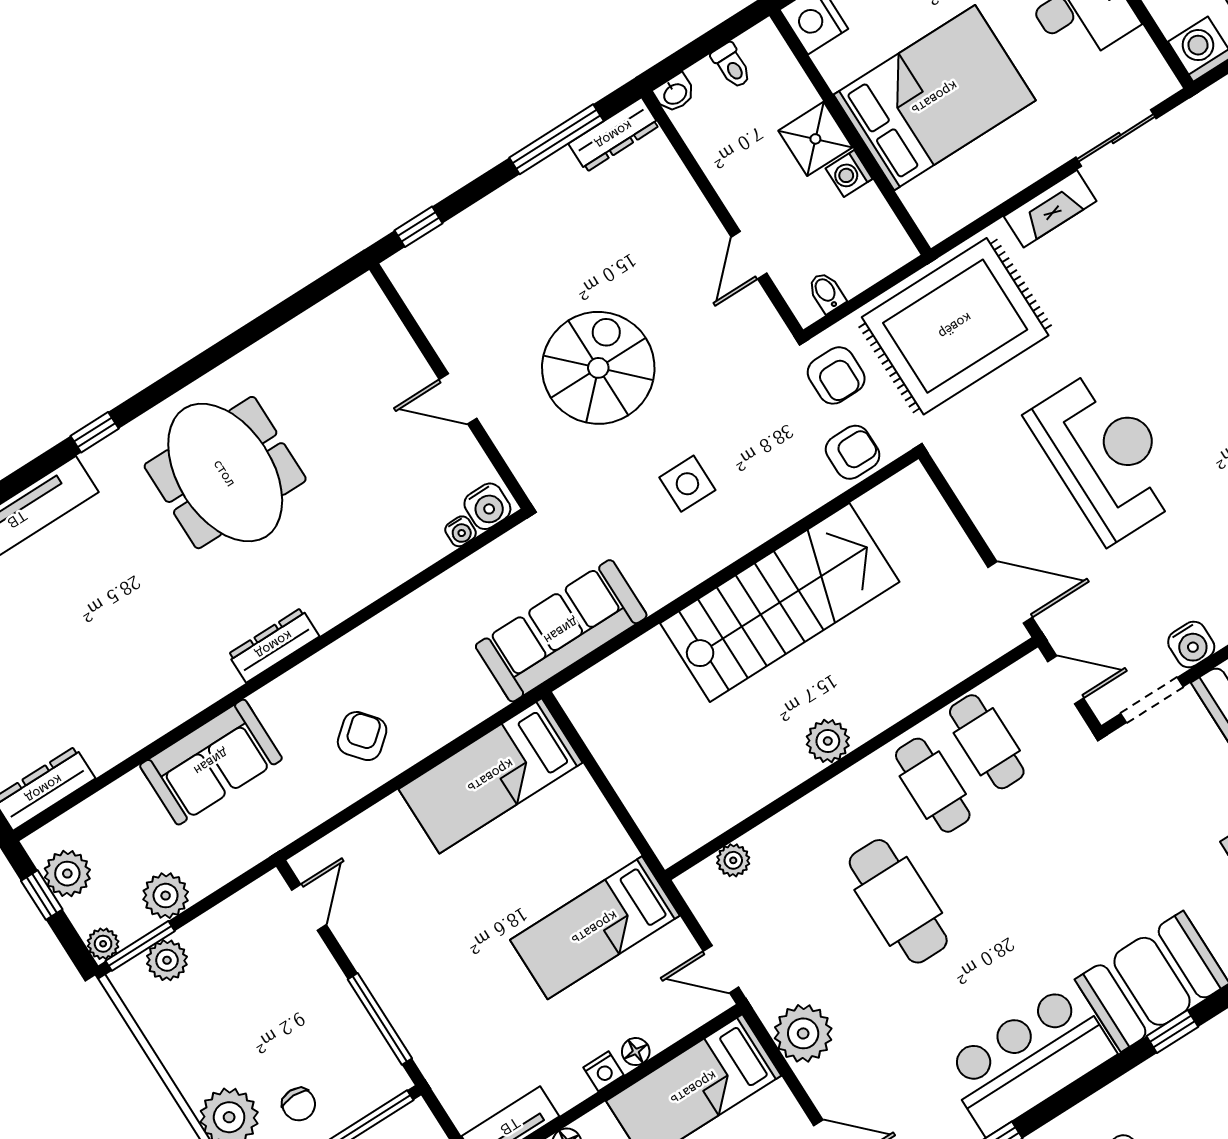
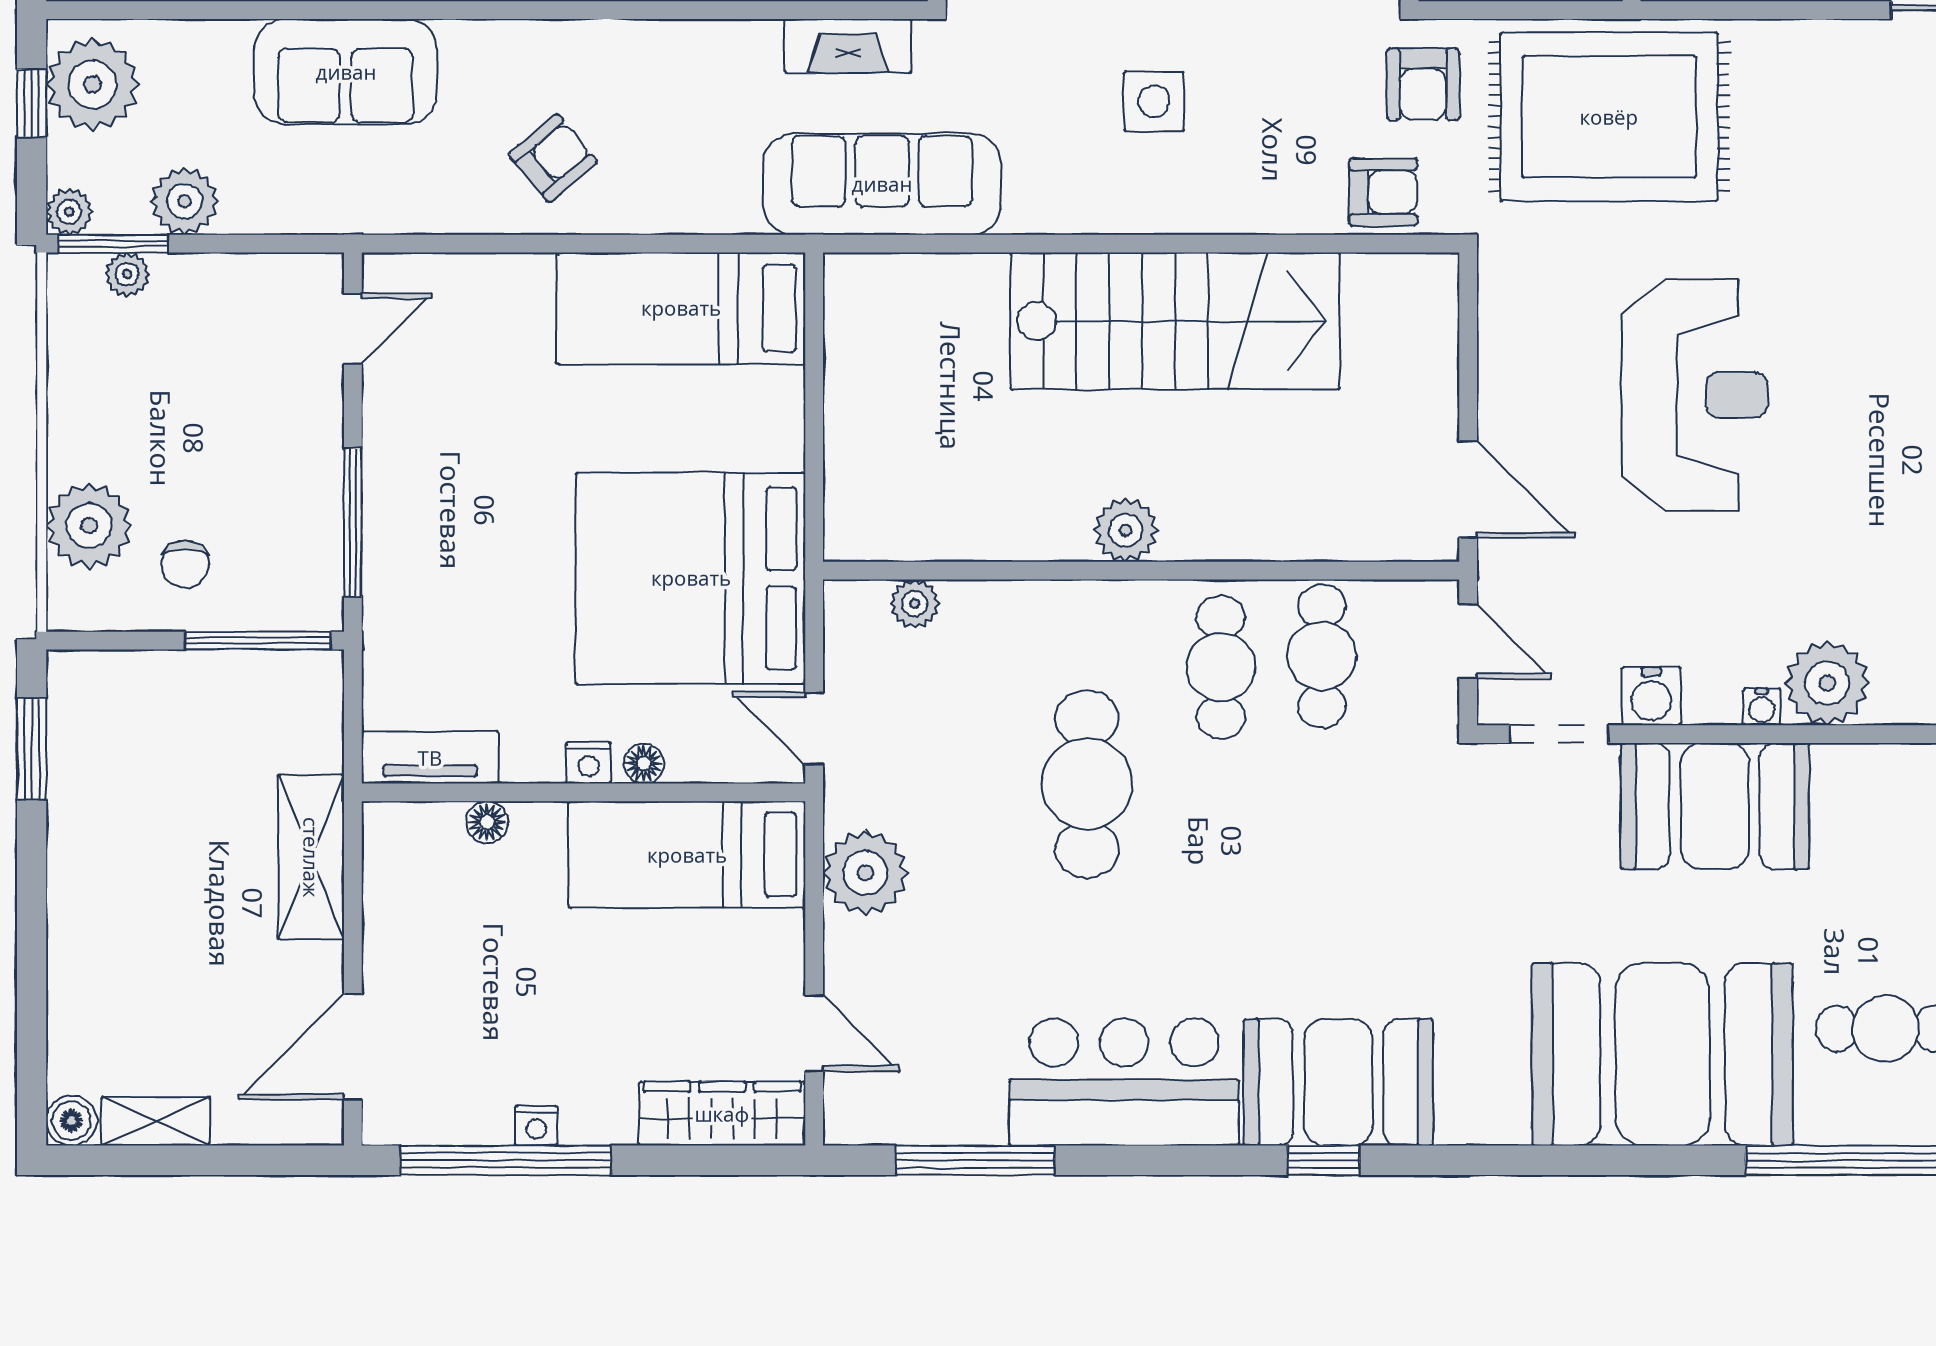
fireplace: (1050, 209) -> (848, 46), moved
plant: (67, 874) -> (93, 84), width x1.36, depth x1.36
bed: (595, 928) -> (691, 578), width x2.04
plant: (167, 960) -> (127, 274), width x0.73, depth x0.73

